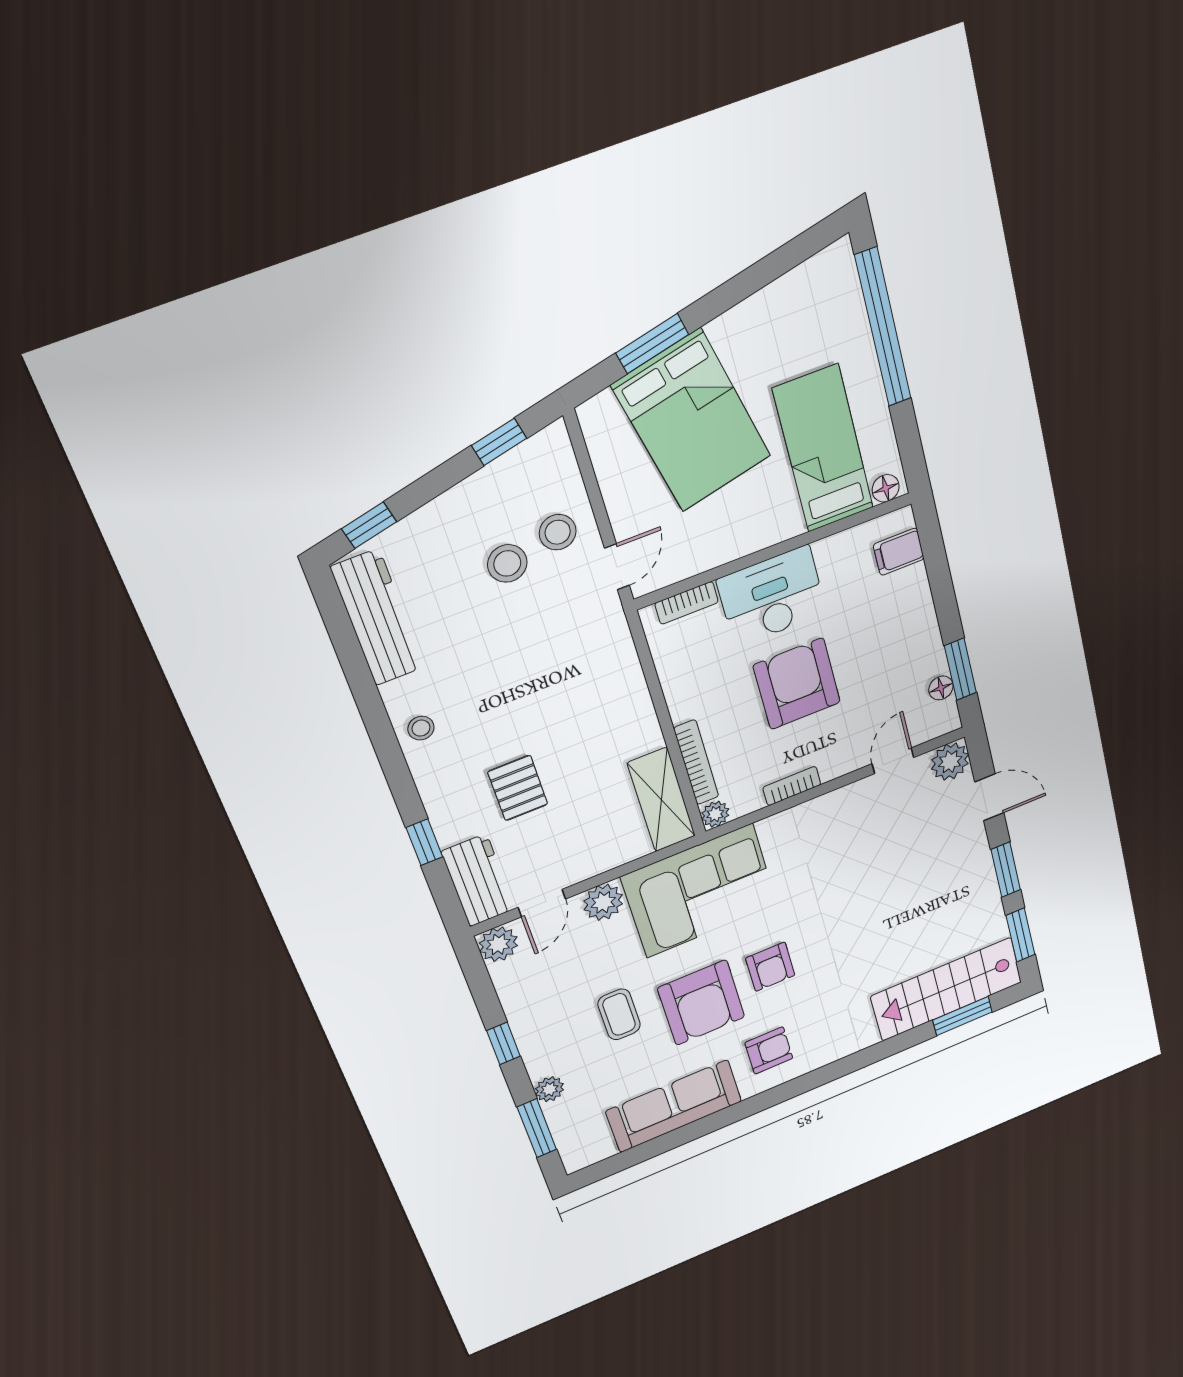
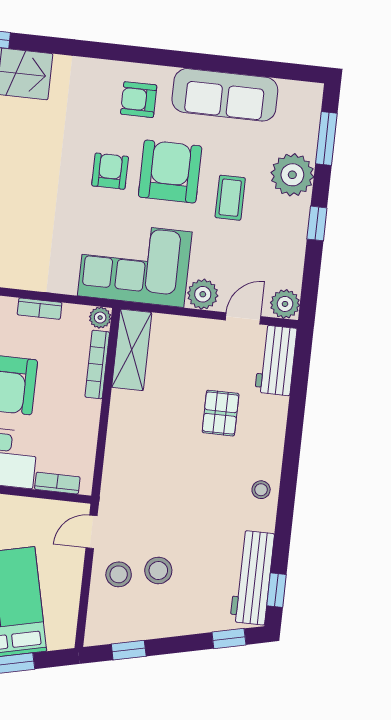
window: (424, 842) -> (277, 590), moved
plant: (549, 1089) -> (292, 175), width x1.87, depth x1.87

